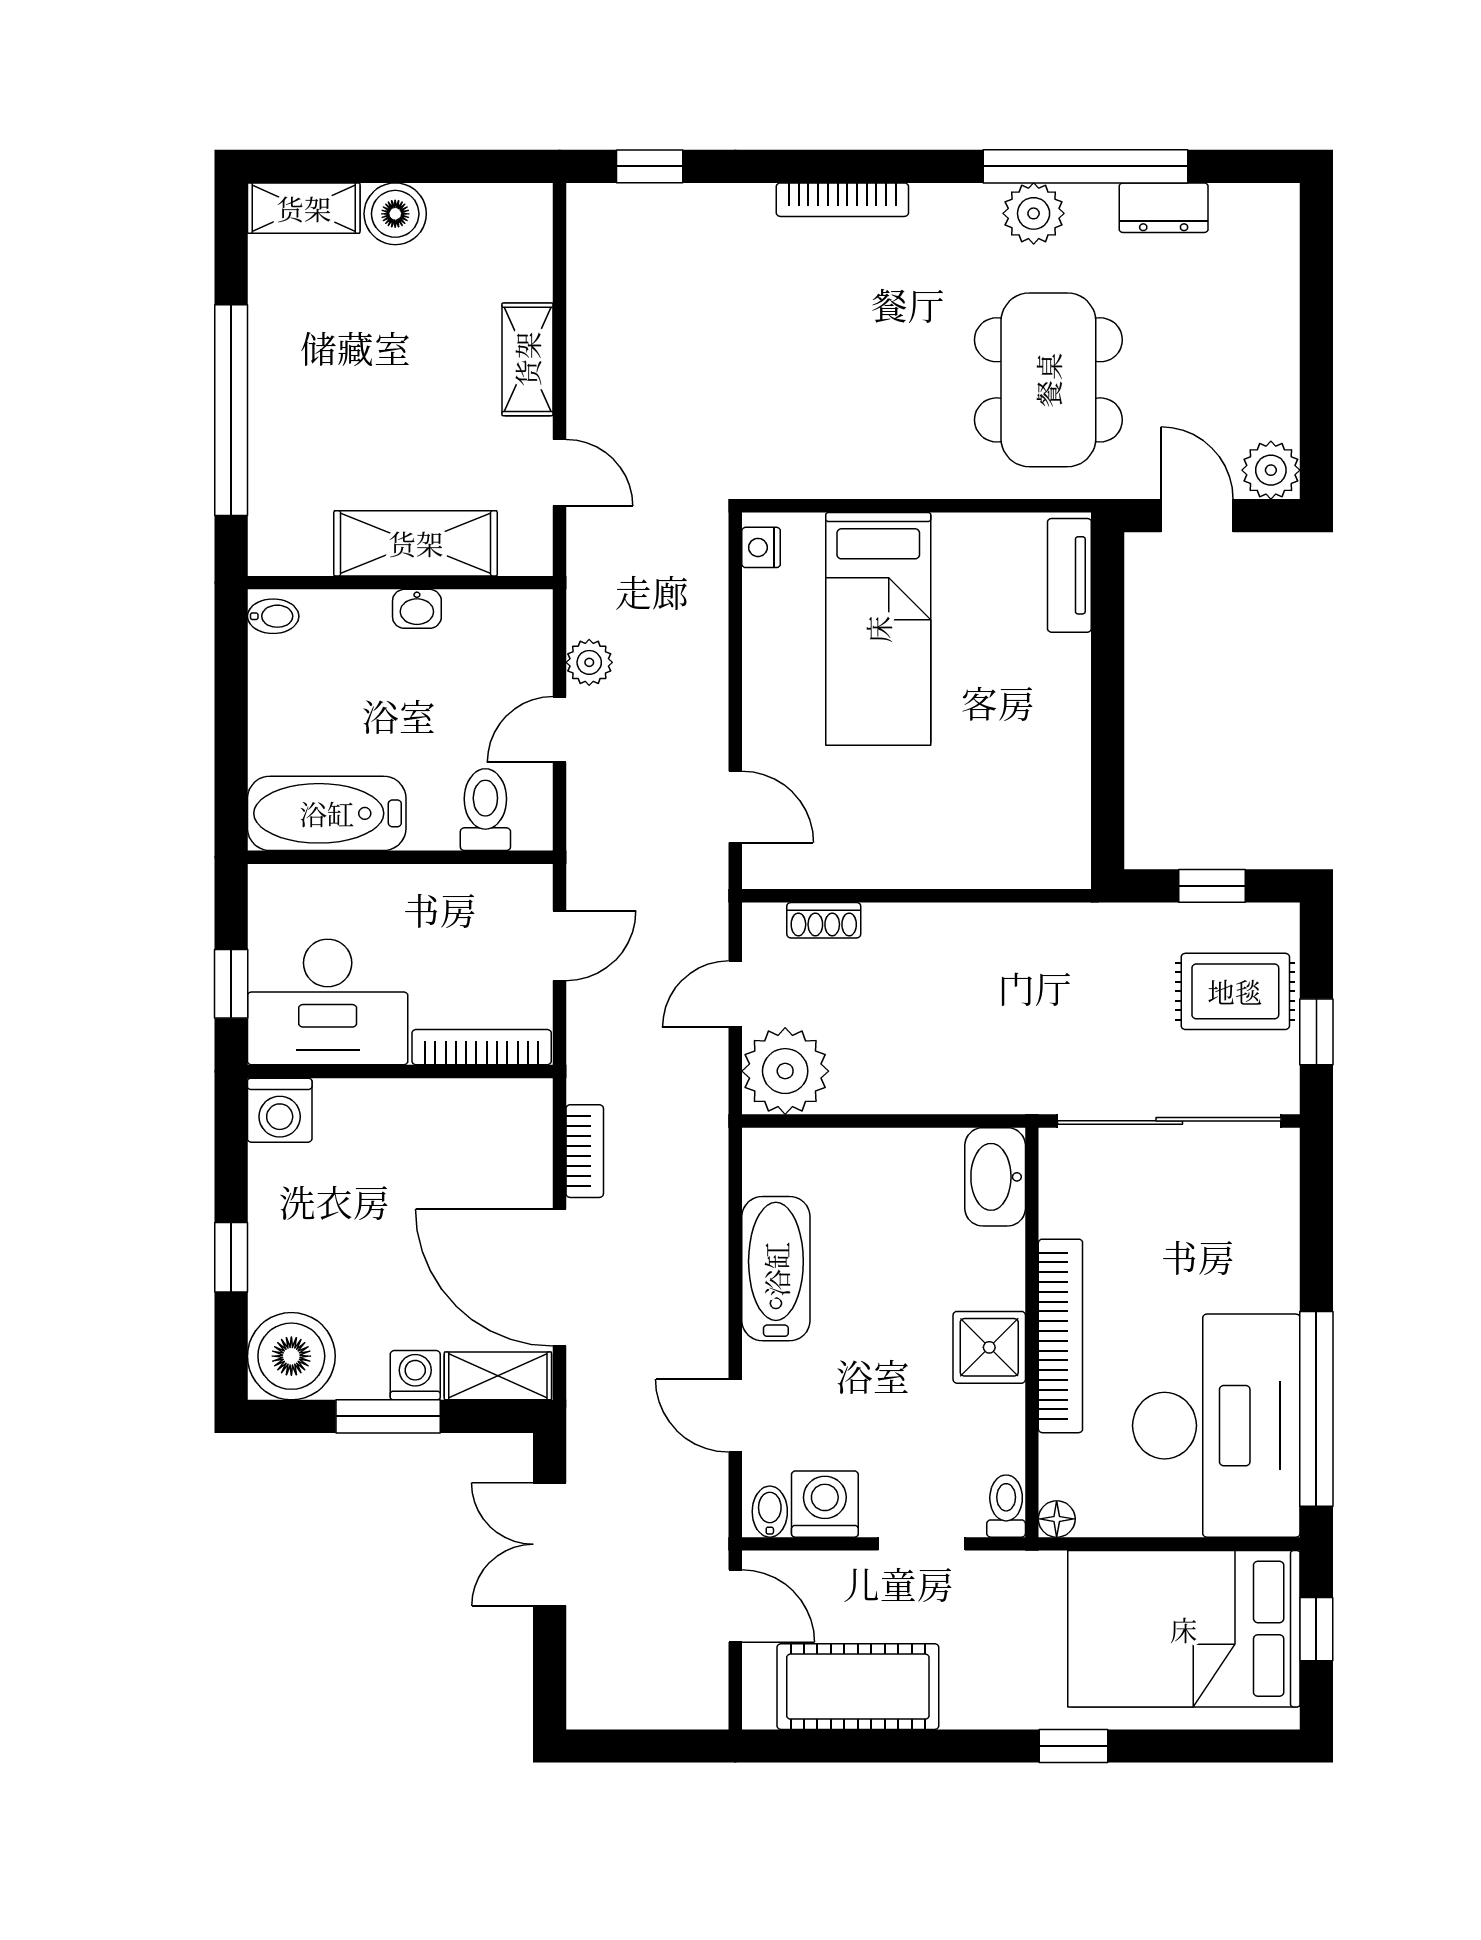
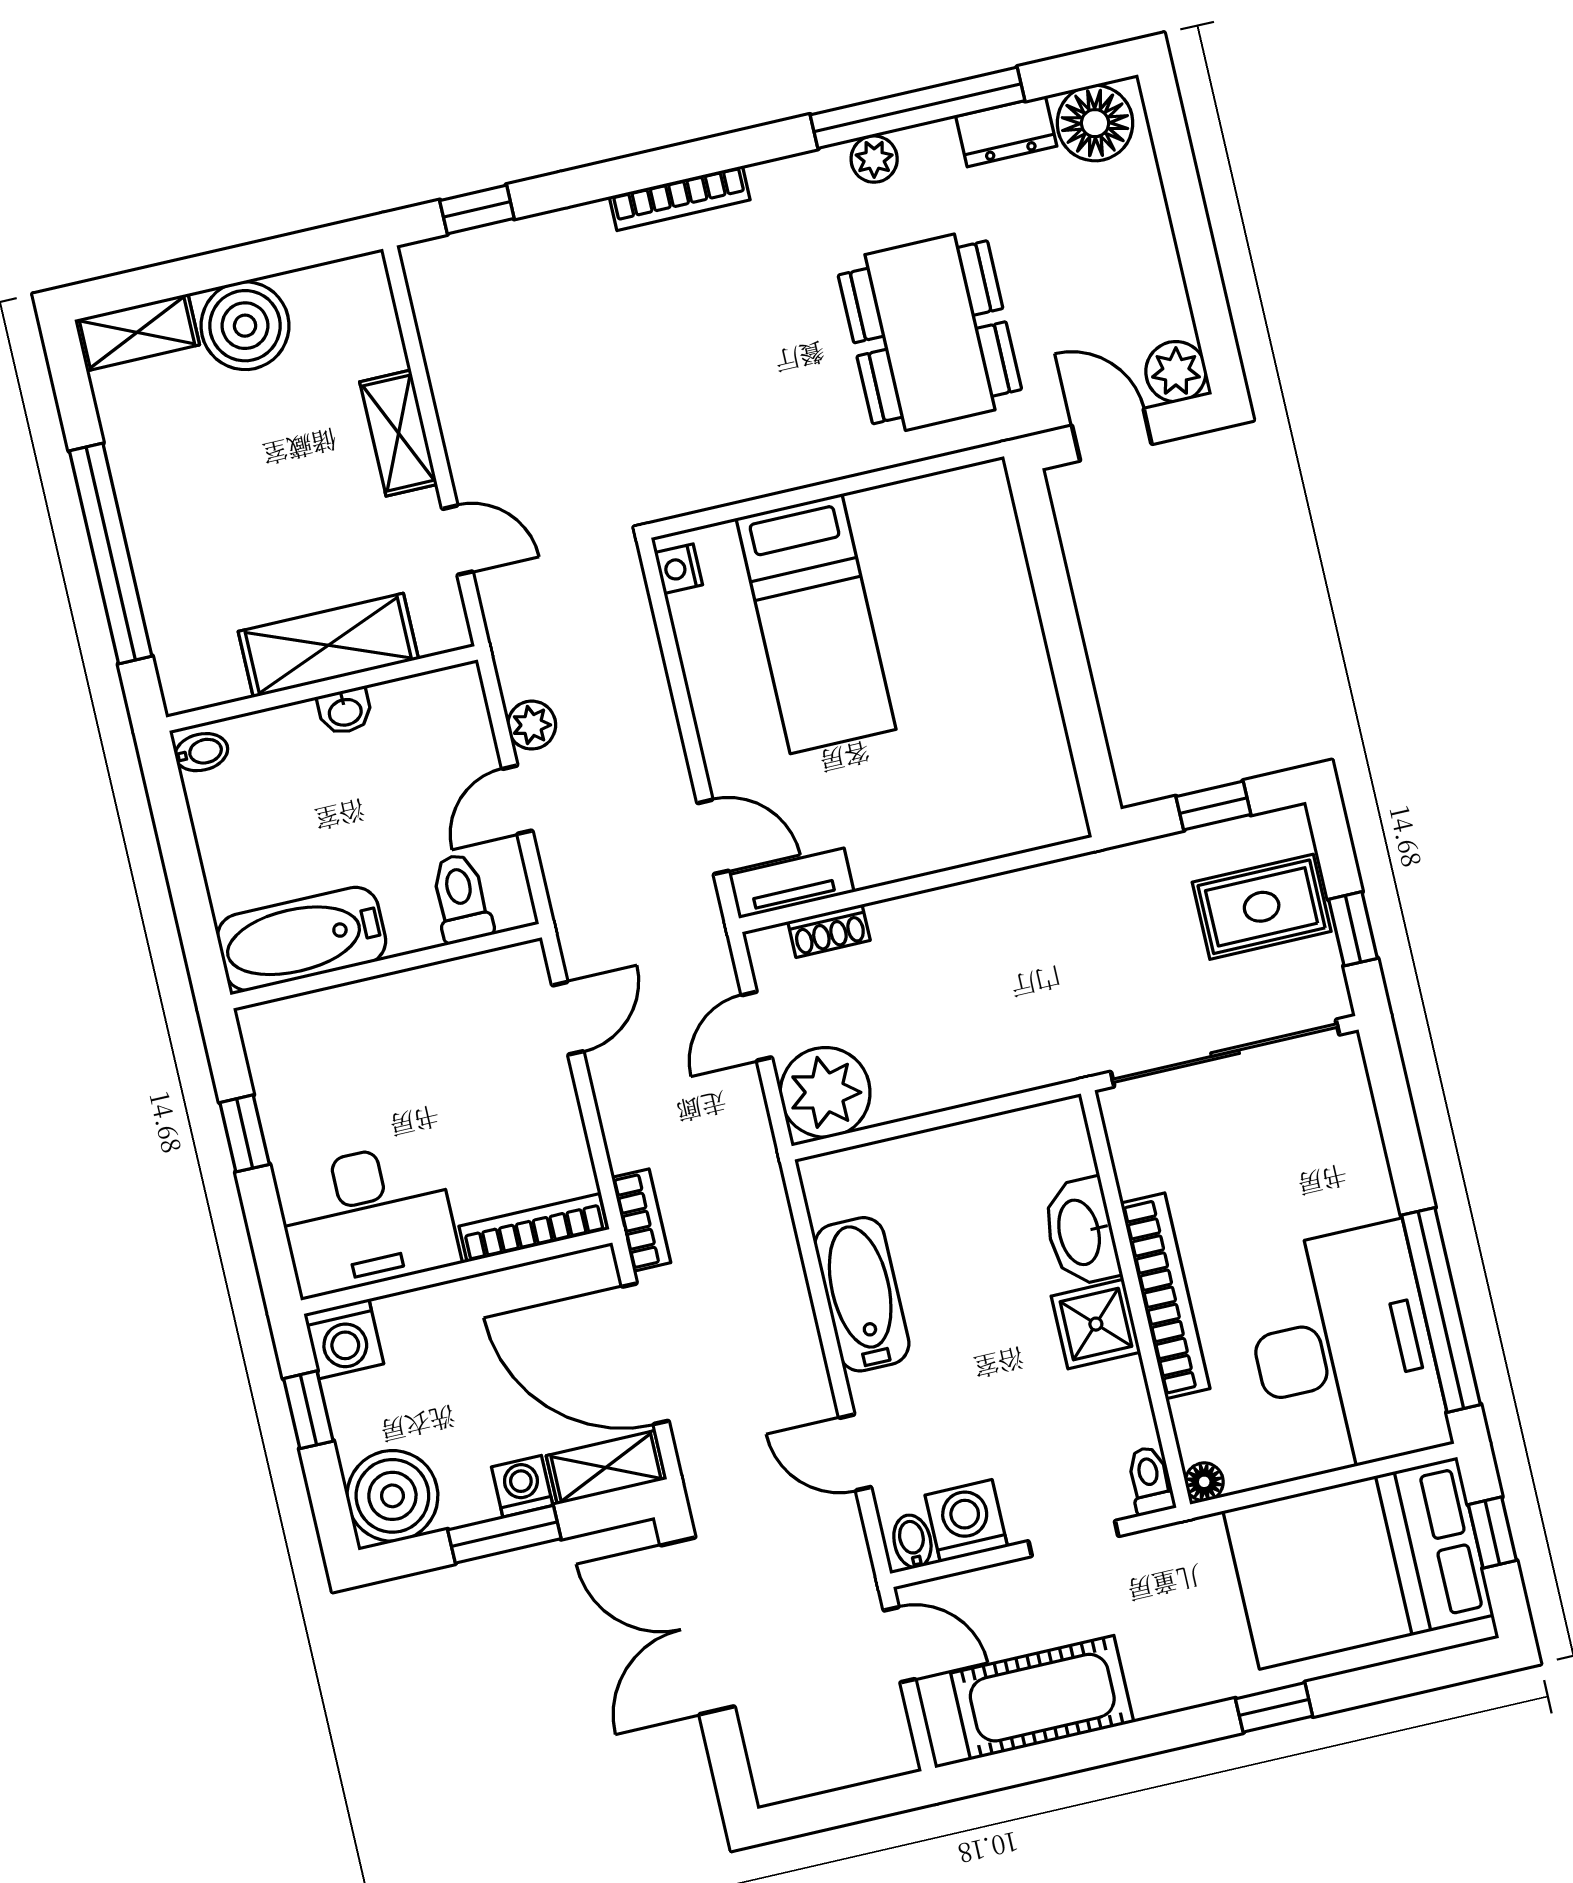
plant: (1034, 213) -> (874, 159), width x0.73, depth x0.73
boiler: (395, 214) -> (245, 326), width x1.37, depth x1.37
floor lamp: (1249, 219) -> (1095, 123), added
tv unit: (1069, 575) -> (791, 883), moved, turned 90
desk: (328, 1002) -> (367, 1218), moved
bookcase: (482, 1047) -> (533, 1228), moved
wall: (400, 1071) -> (457, 1272), moved
washing machine: (280, 1110) -> (344, 1339), moved
washbasin: (995, 1177) -> (1081, 1232), moved
double door: (550, 1544) -> (697, 1626), width x1.37

